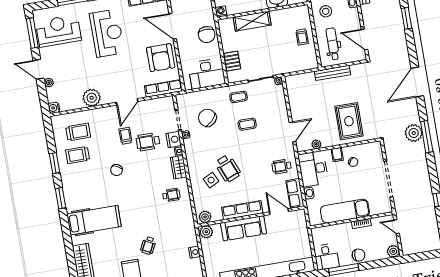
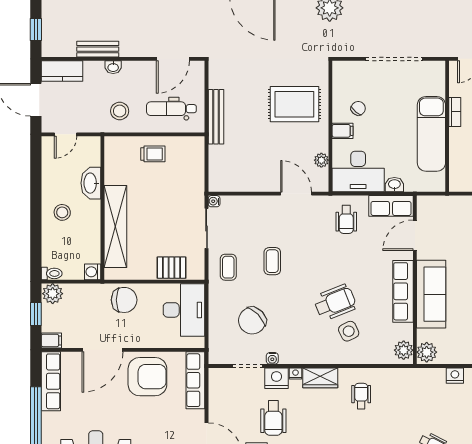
shelving: (252, 21) -> (115, 227), width x1.47

